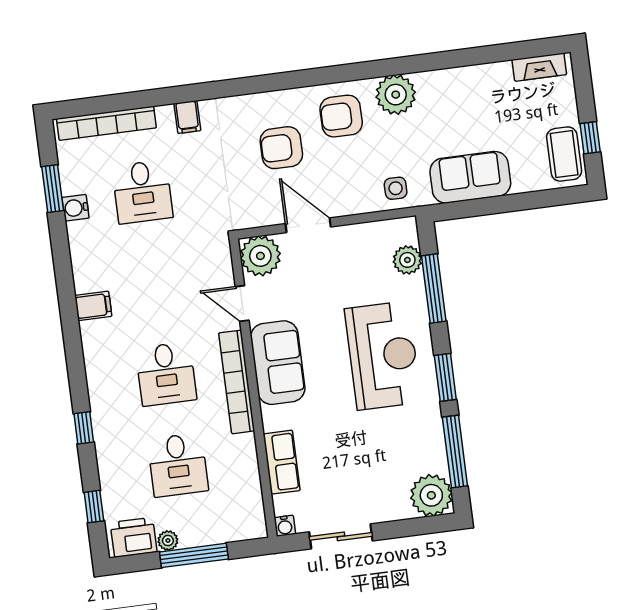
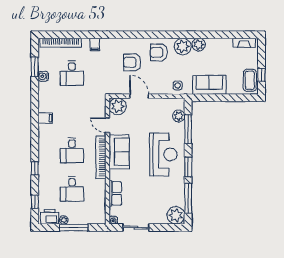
plant: (432, 85) -> (199, 45), added

